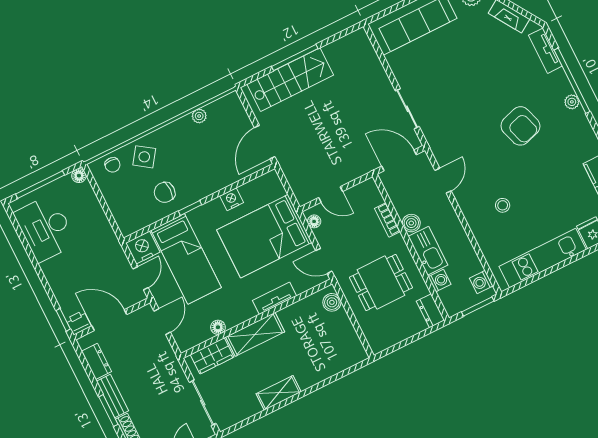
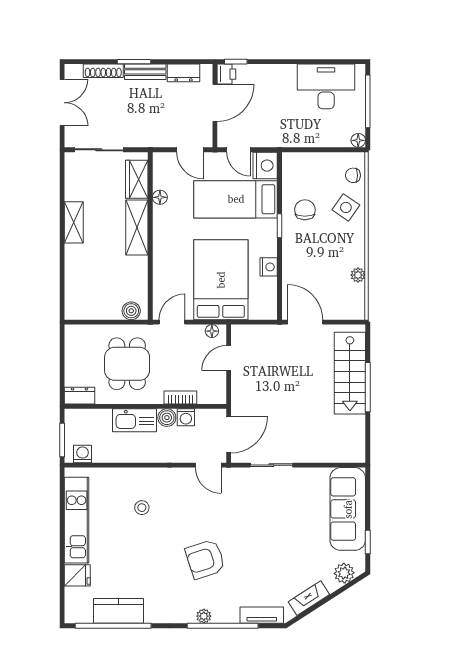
door: (443, 181) -> (208, 465), moved
washing machine: (440, 281) -> (186, 417), moved
tv unit: (275, 298) -> (161, 261), removed

